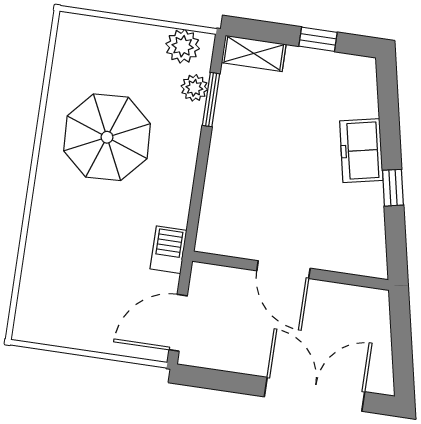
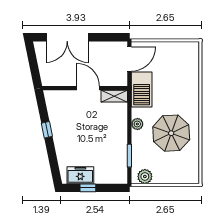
shelving: (254, 53) -> (114, 96), moved
plant: (194, 88) -> (137, 124), moved
freezer: (361, 151) -> (80, 175), moved, turned -78
barbecue: (168, 250) -> (142, 89), width x1.88, depth x1.53

